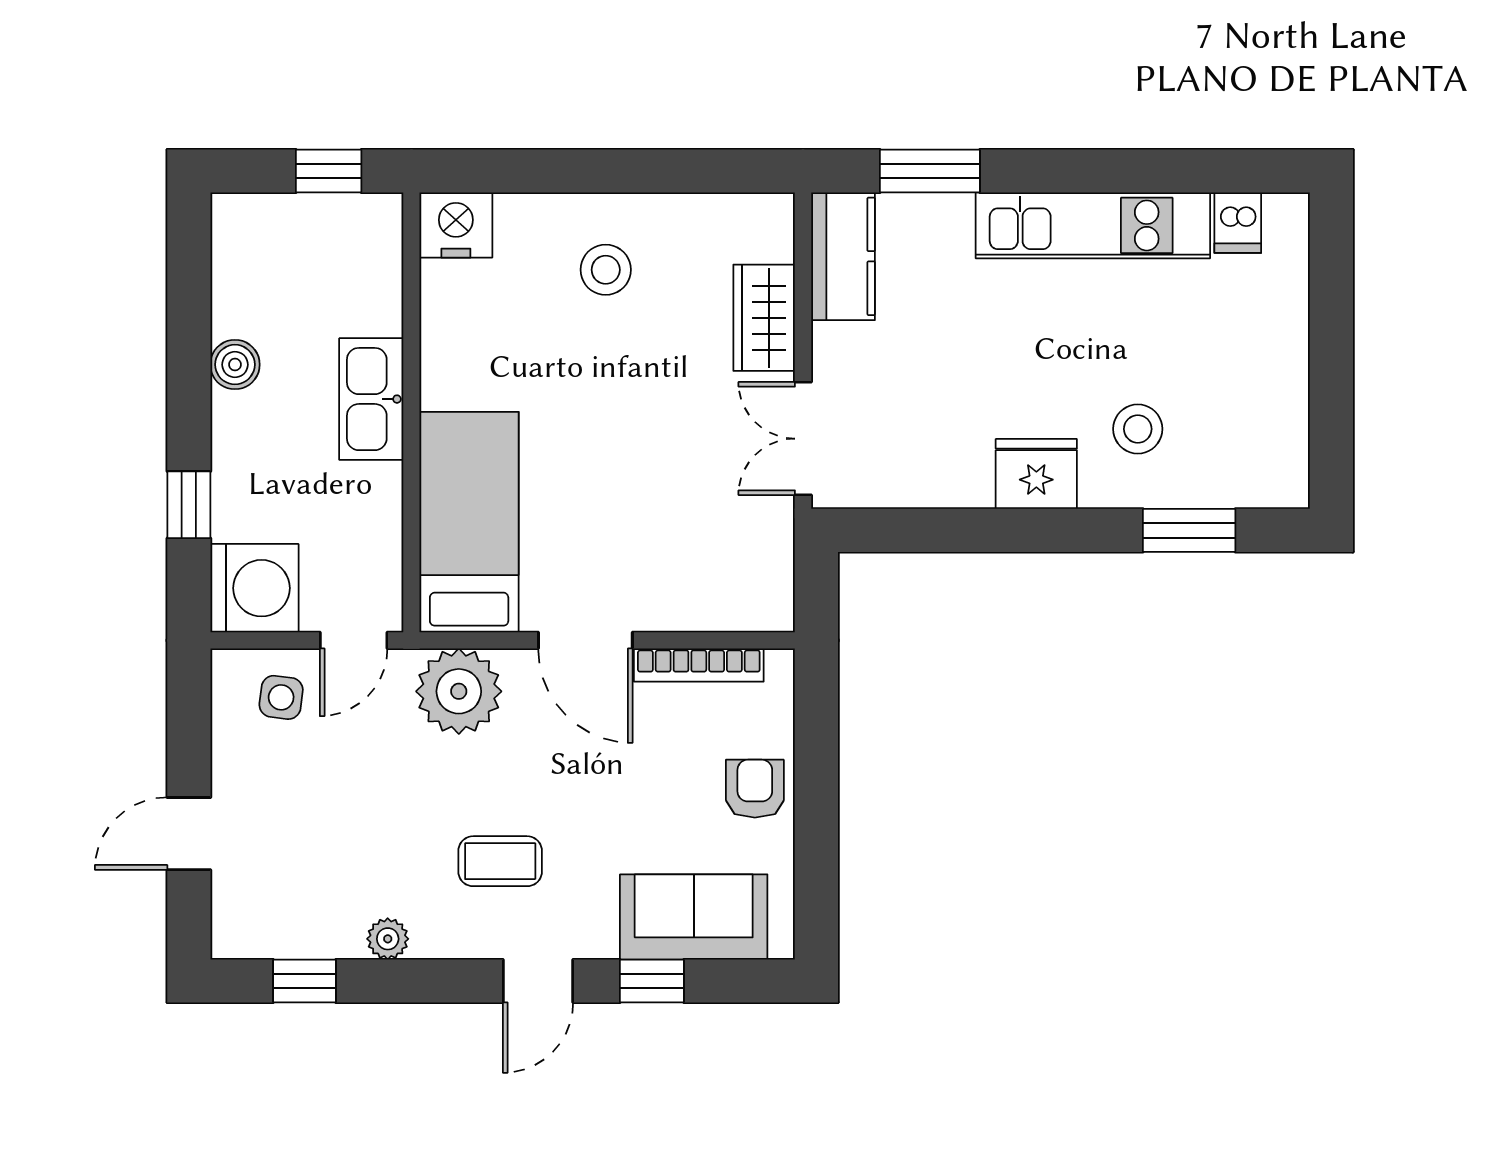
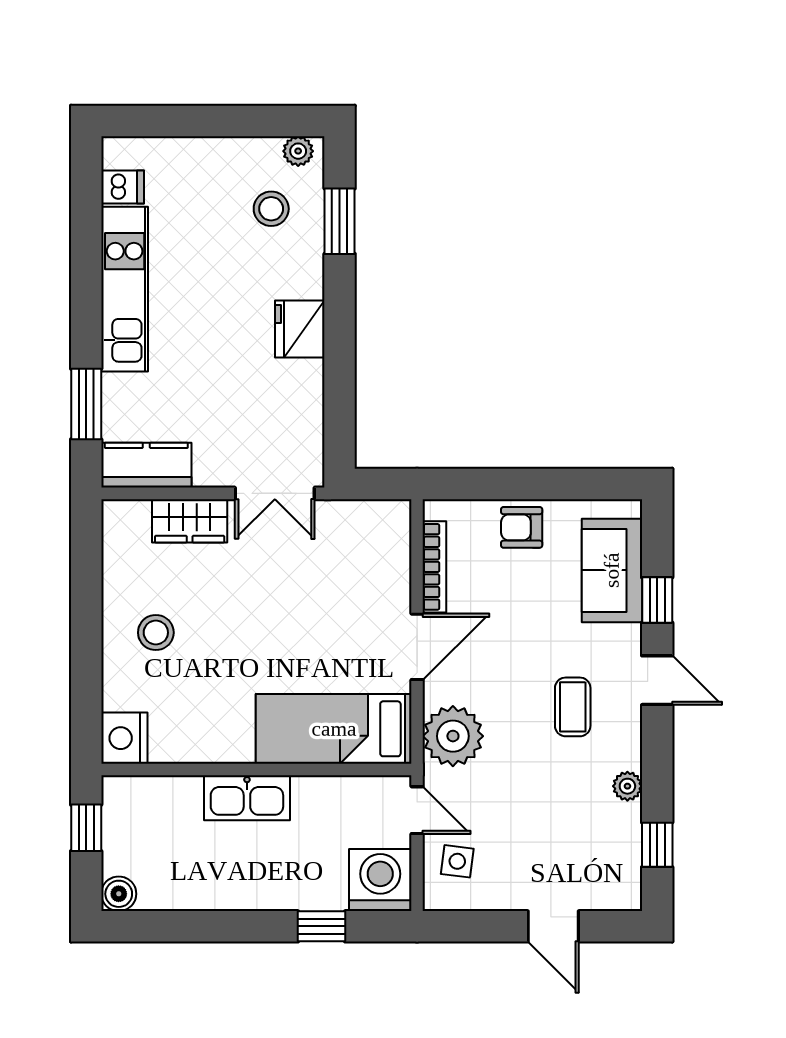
boiler: (235, 365) -> (119, 894), moved
stool: (1138, 429) -> (271, 209), moved
plant: (1289, 472) -> (298, 151), added

